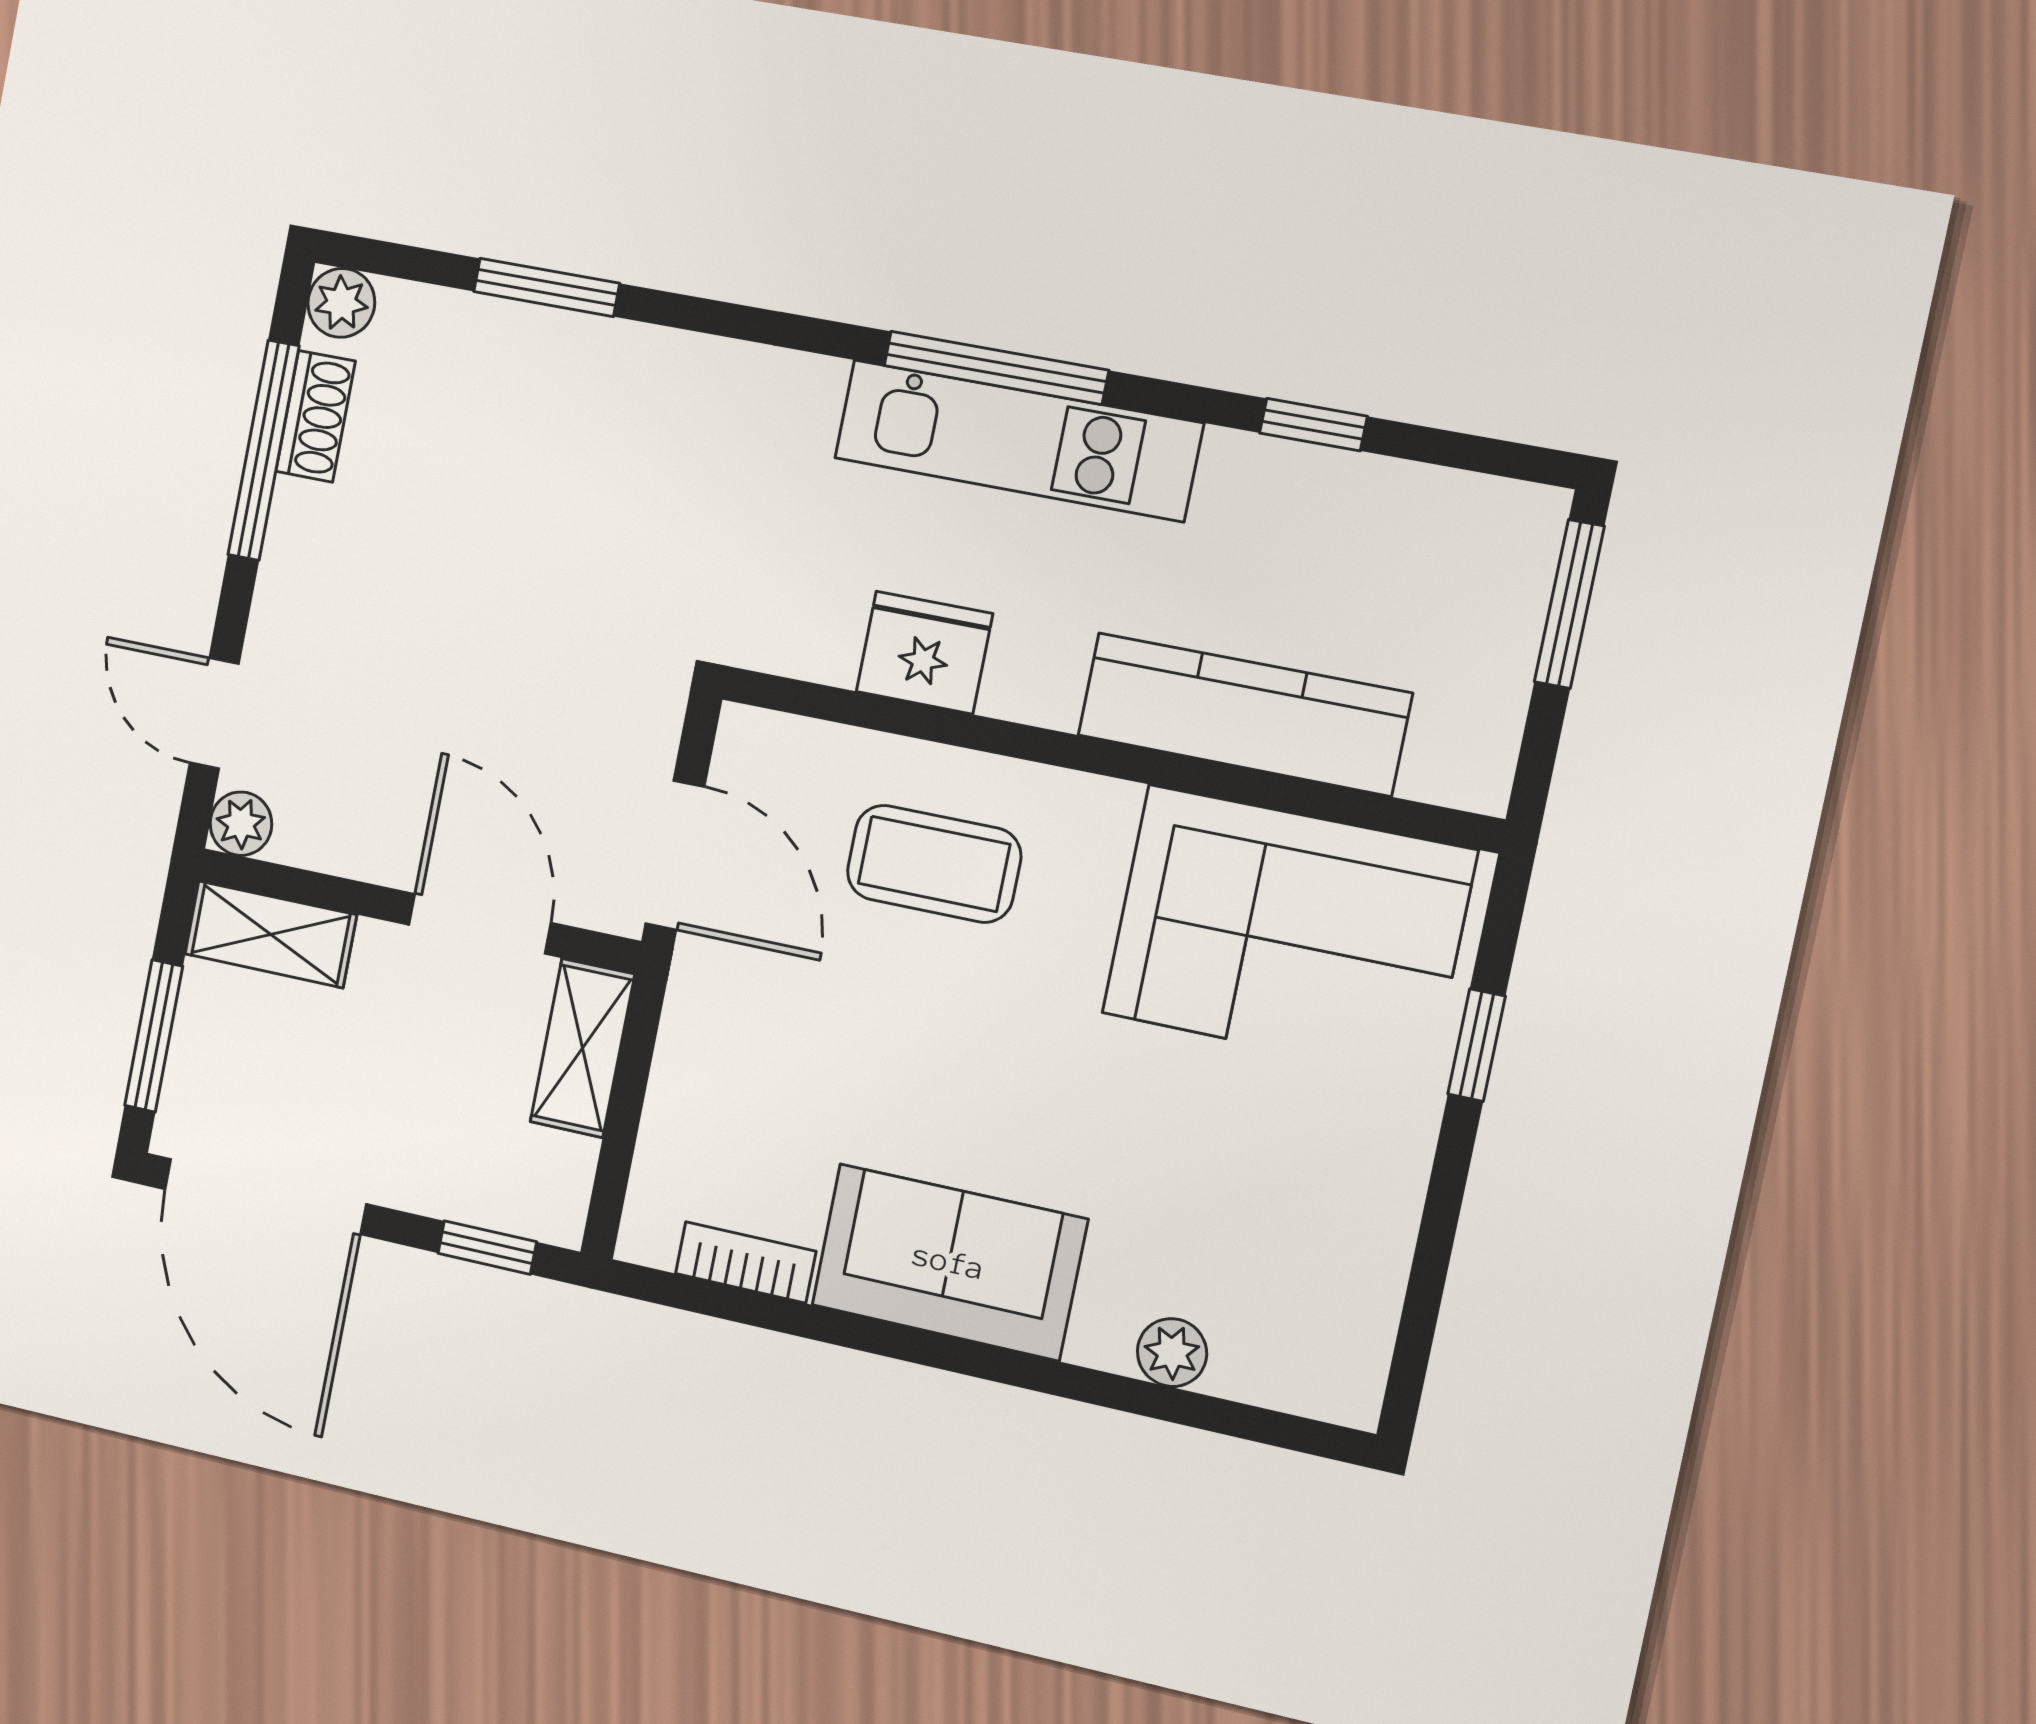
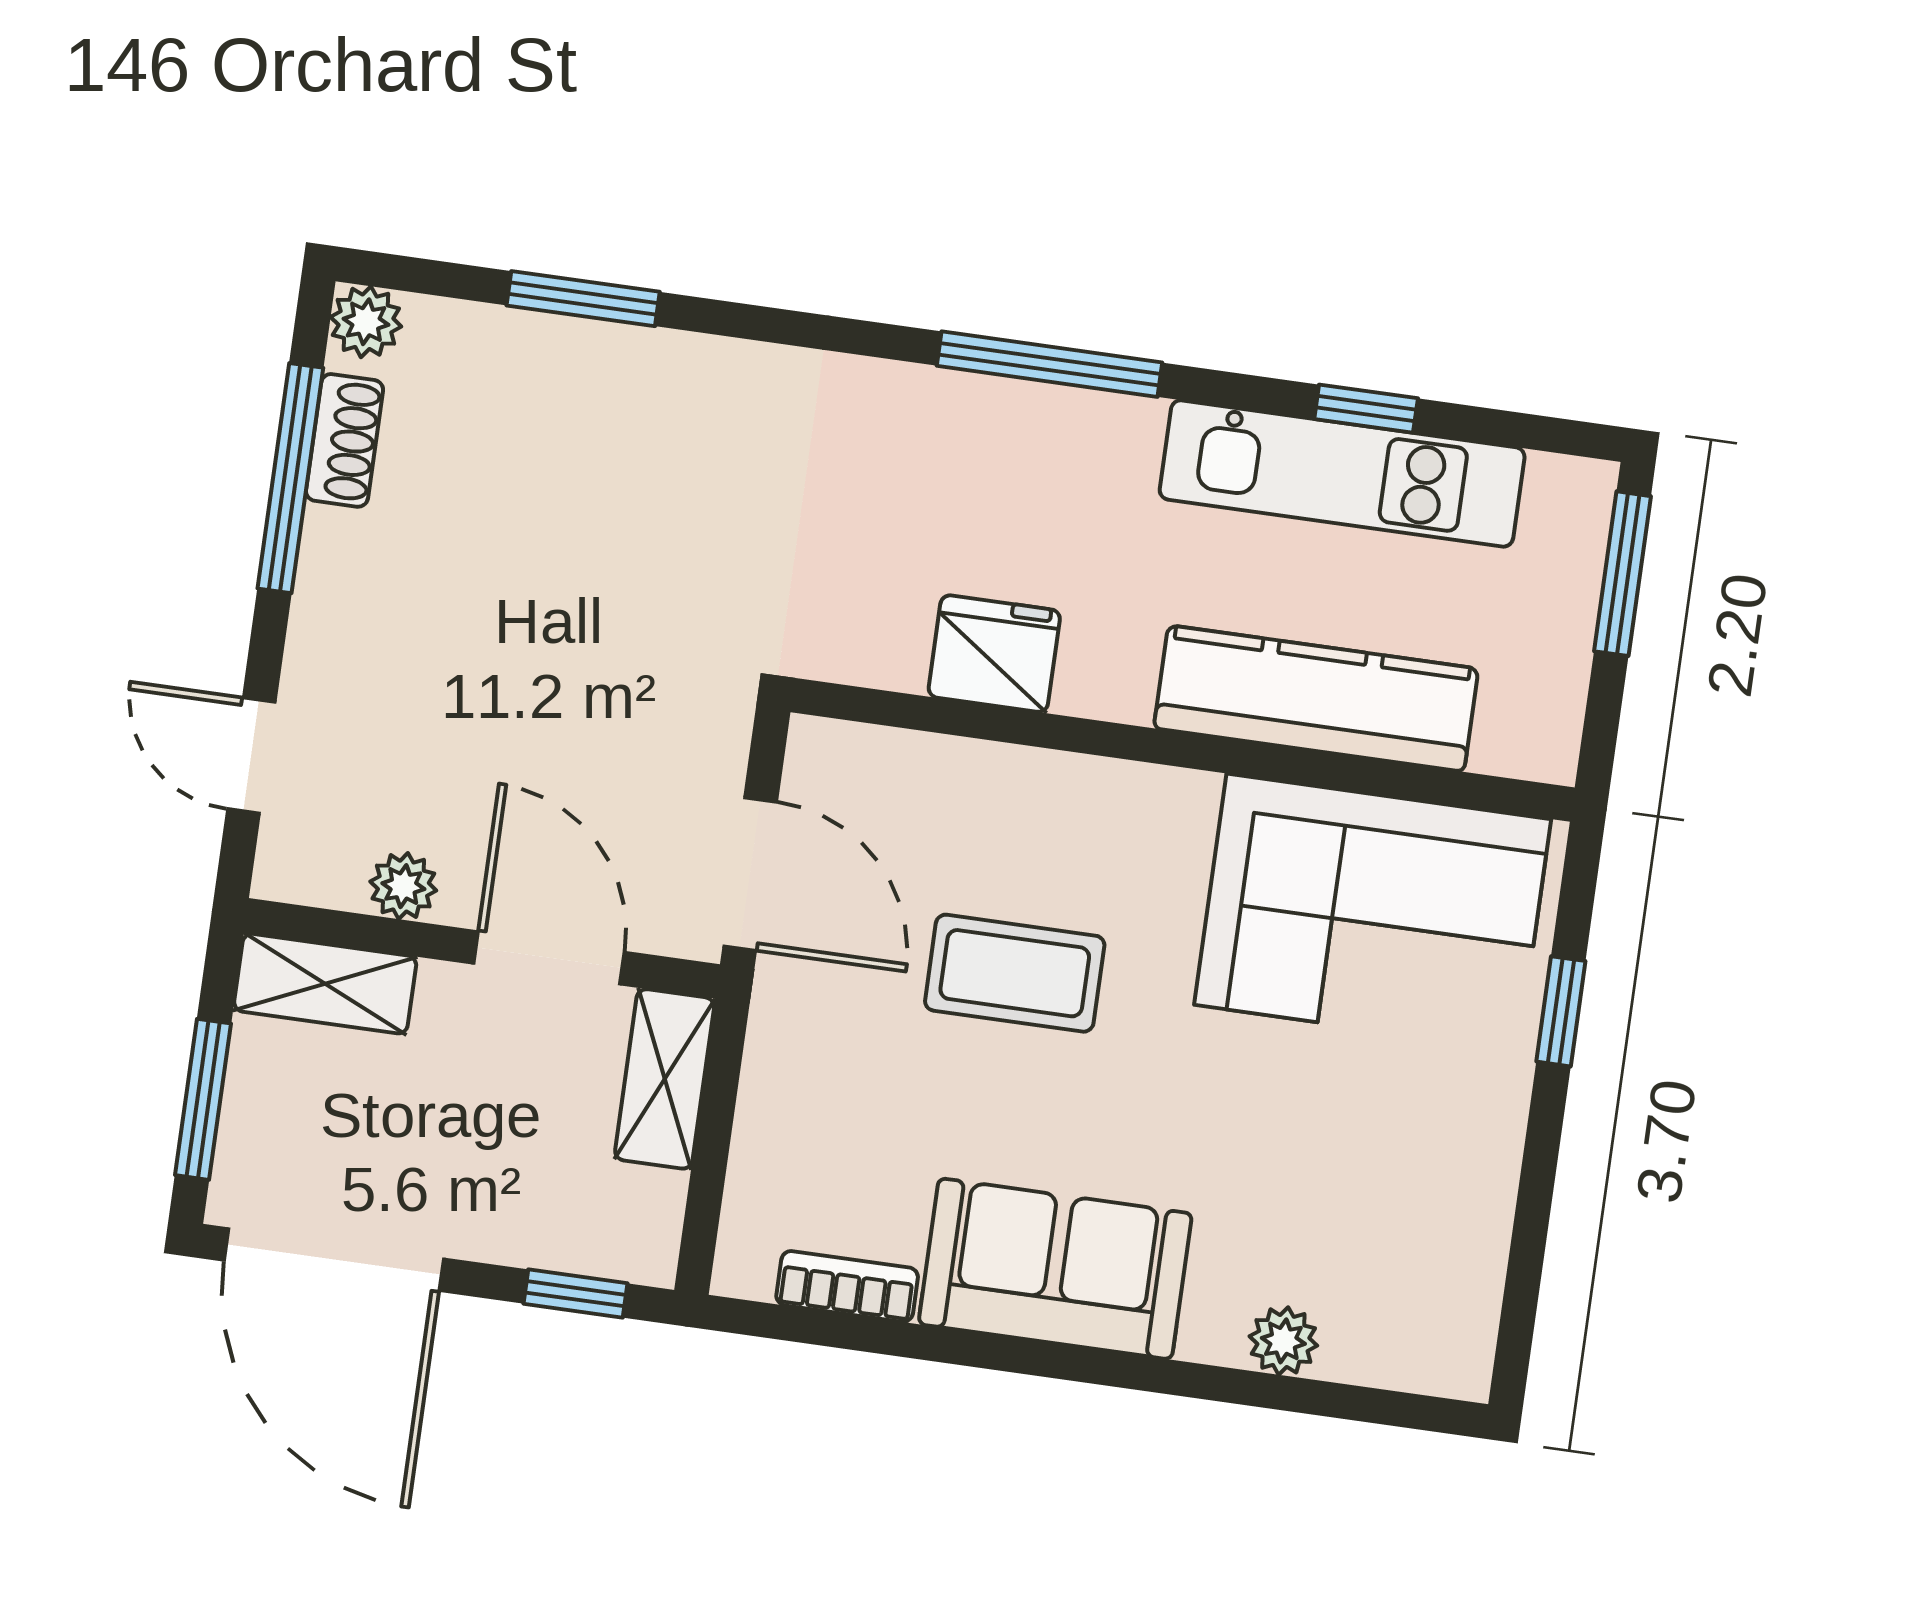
kitchen unit: (1018, 440) -> (1342, 473), moved
plant: (241, 824) -> (403, 886), moved
coffee table: (934, 864) -> (1015, 973), moved

